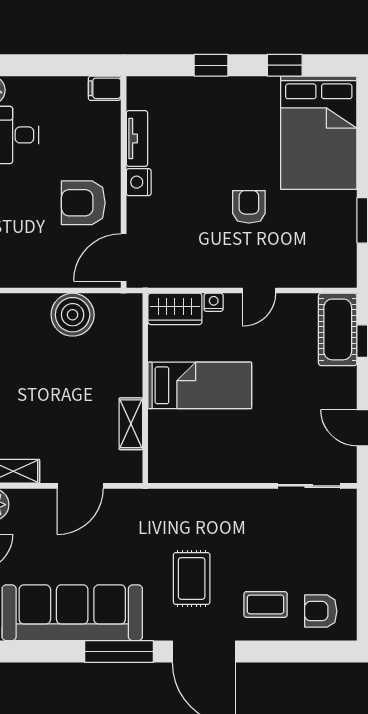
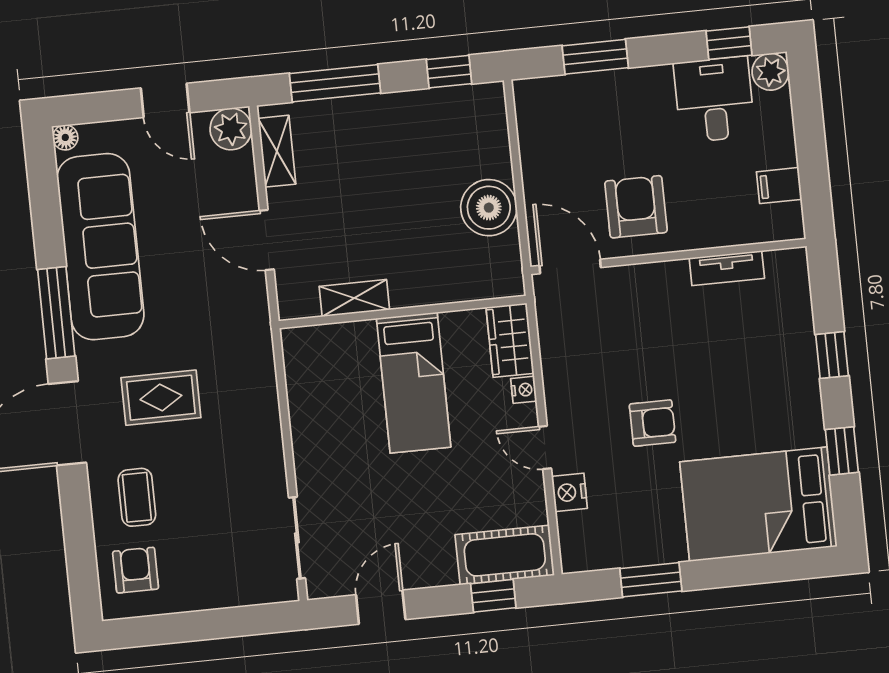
filing cabinet: (105, 88) -> (779, 186), moved, turned -90
nightstand: (139, 182) -> (569, 492), moved, turned -90

